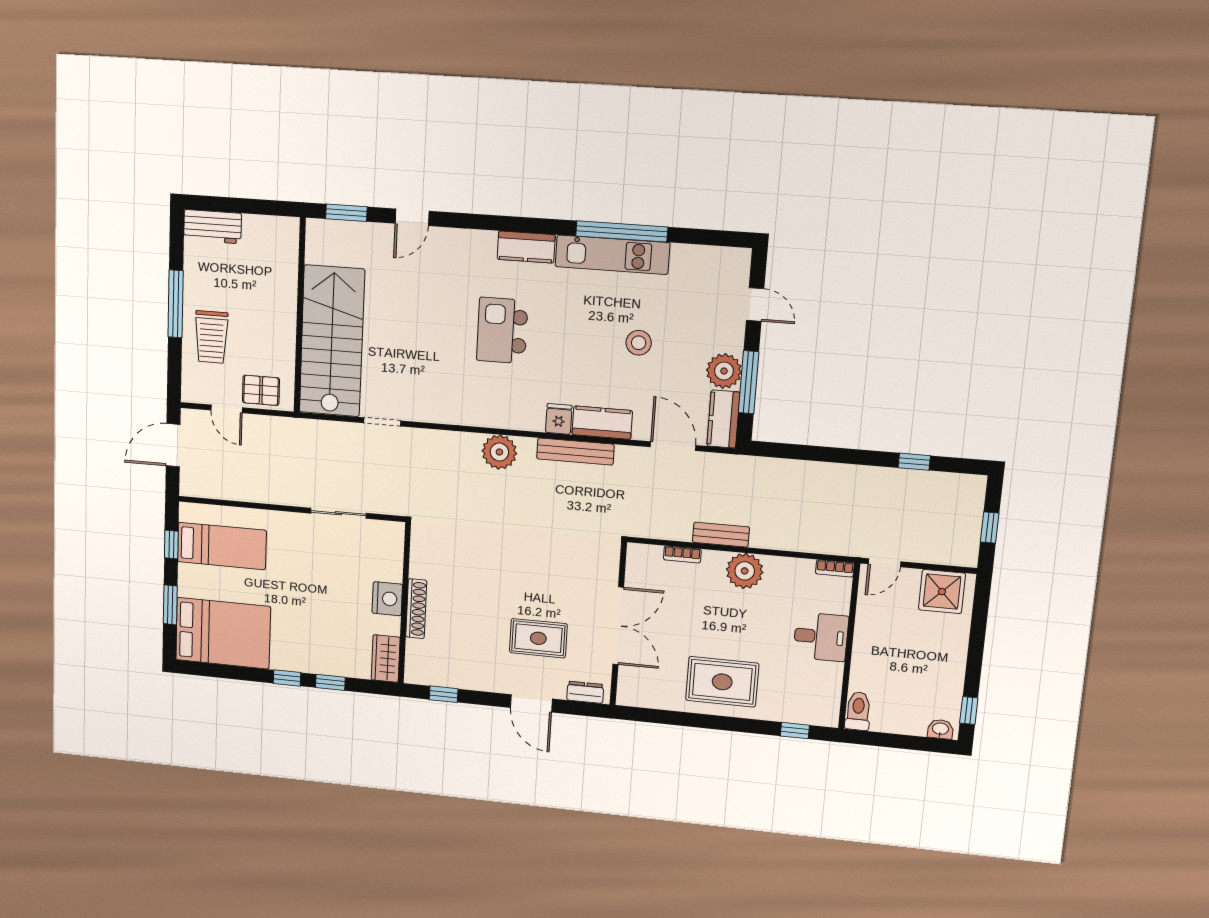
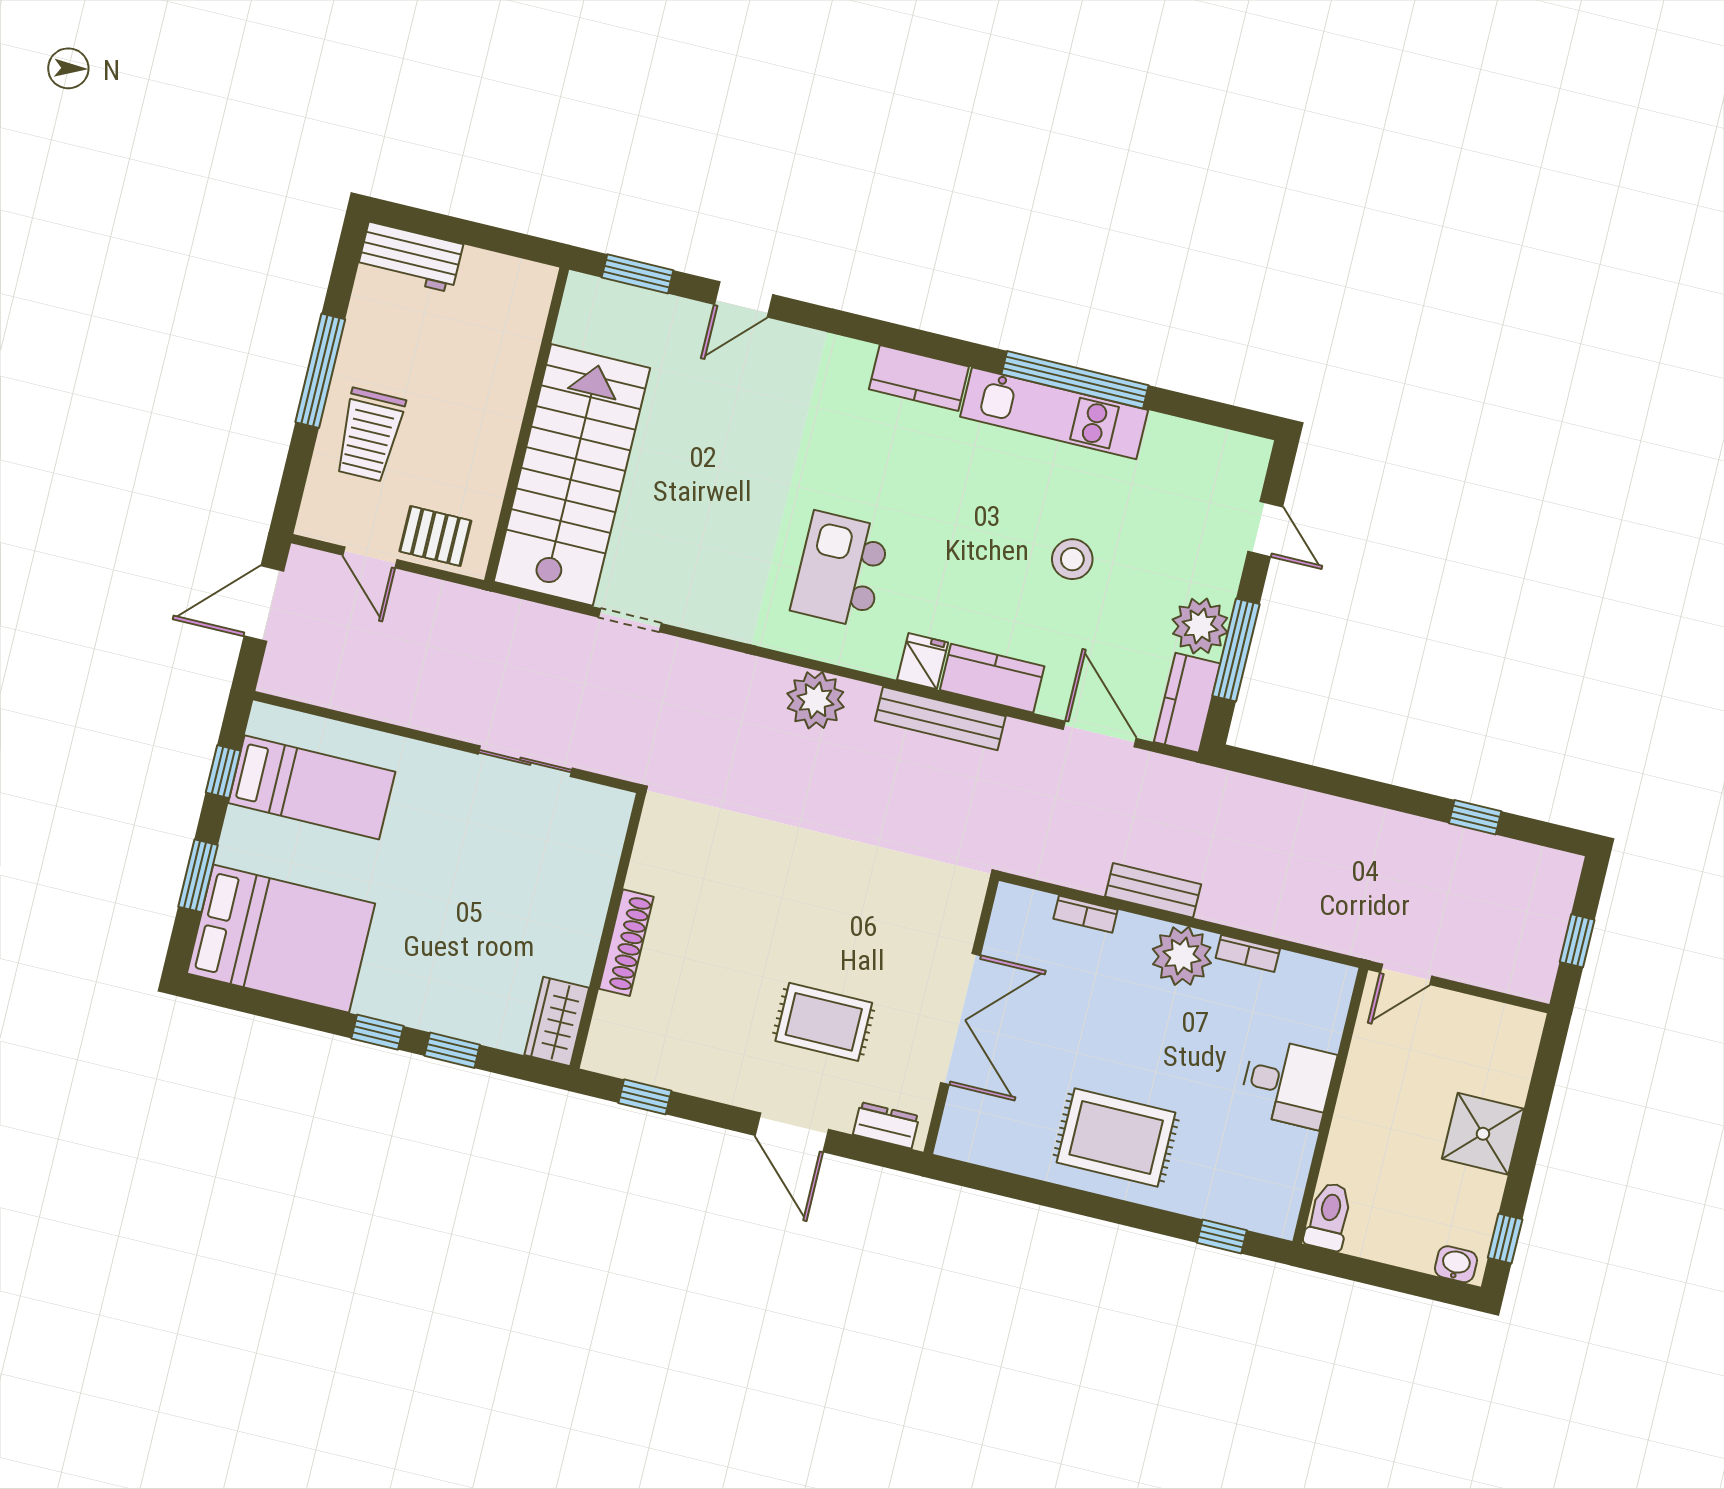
kitchen island: (502, 330) -> (841, 570), moved
bookcase: (835, 568) -> (1248, 953), moved
shower: (942, 592) -> (1483, 1134), moved
nightstand: (387, 599) -> (580, 919), removed

